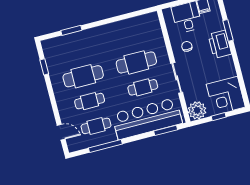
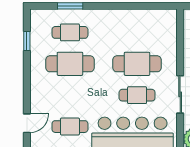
cafe table: (90, 101) -> (70, 32), moved
door: (61, 132) -> (27, 123), hinge flipped

